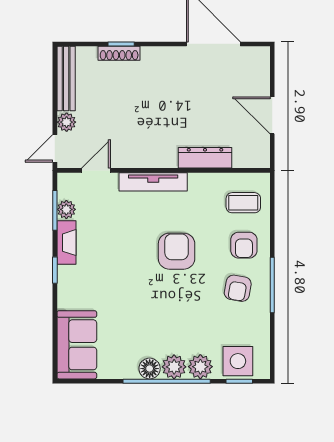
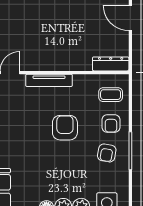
door: (272, 115) -> (130, 18), moved
dresser: (205, 158) -> (111, 64), moved

